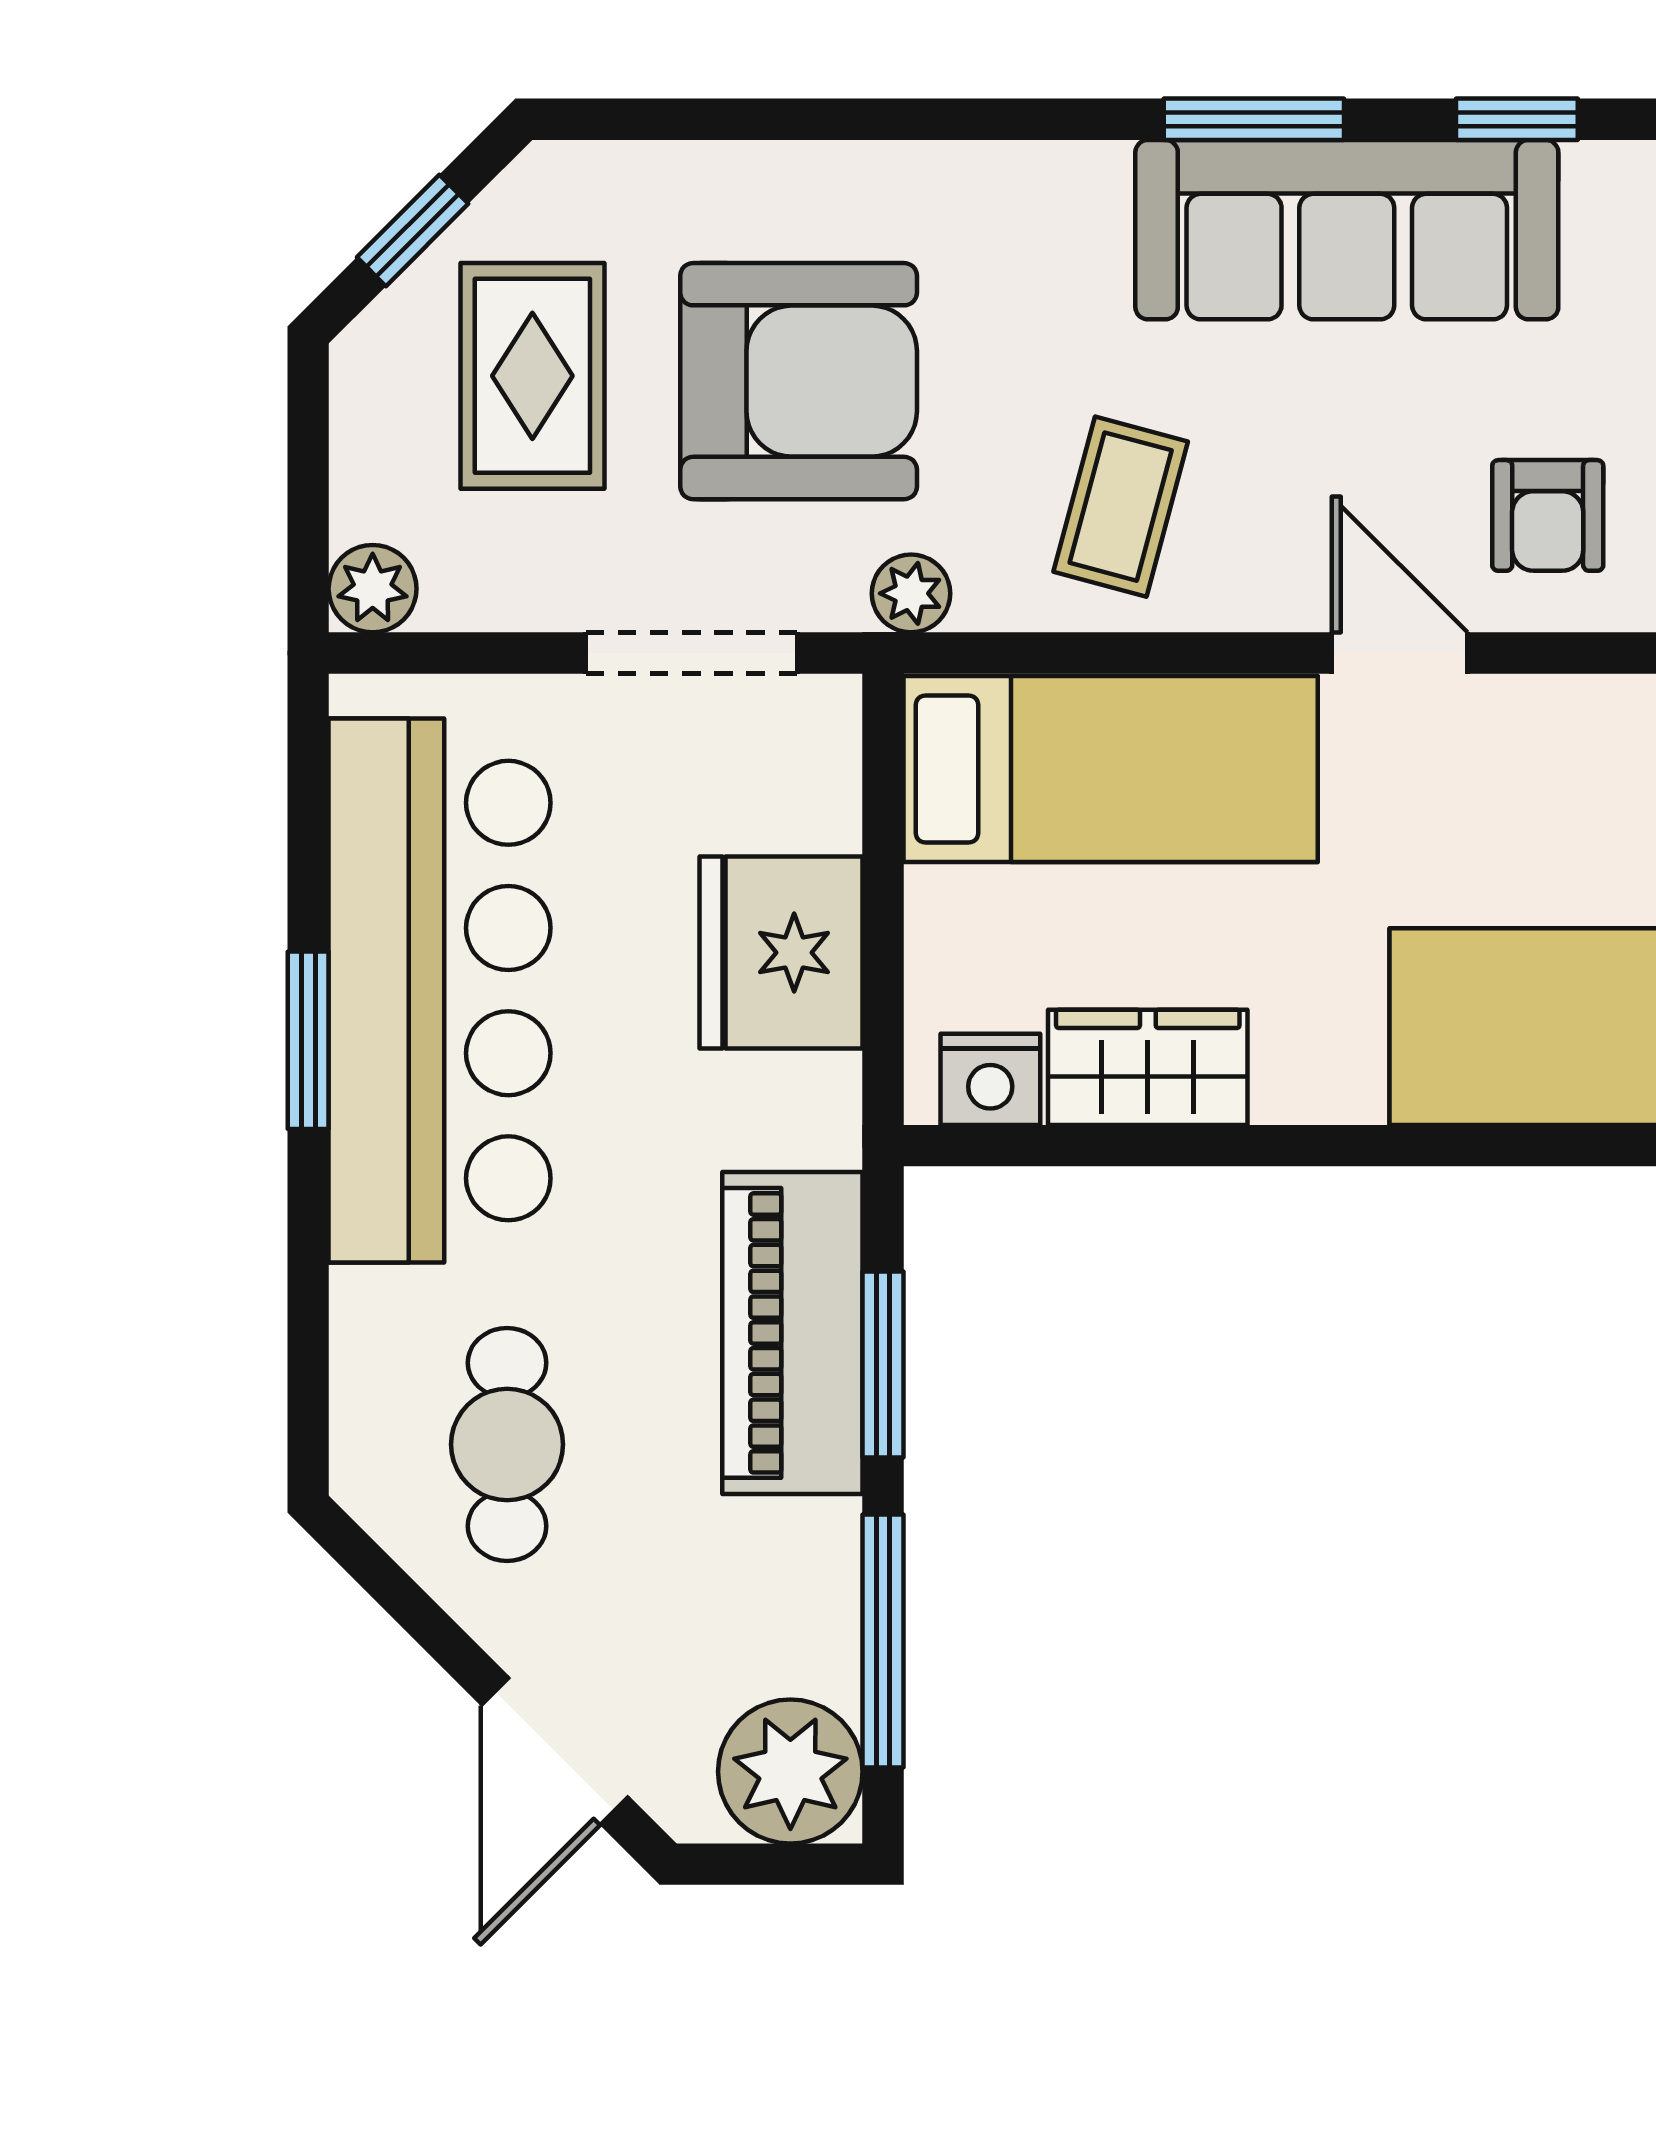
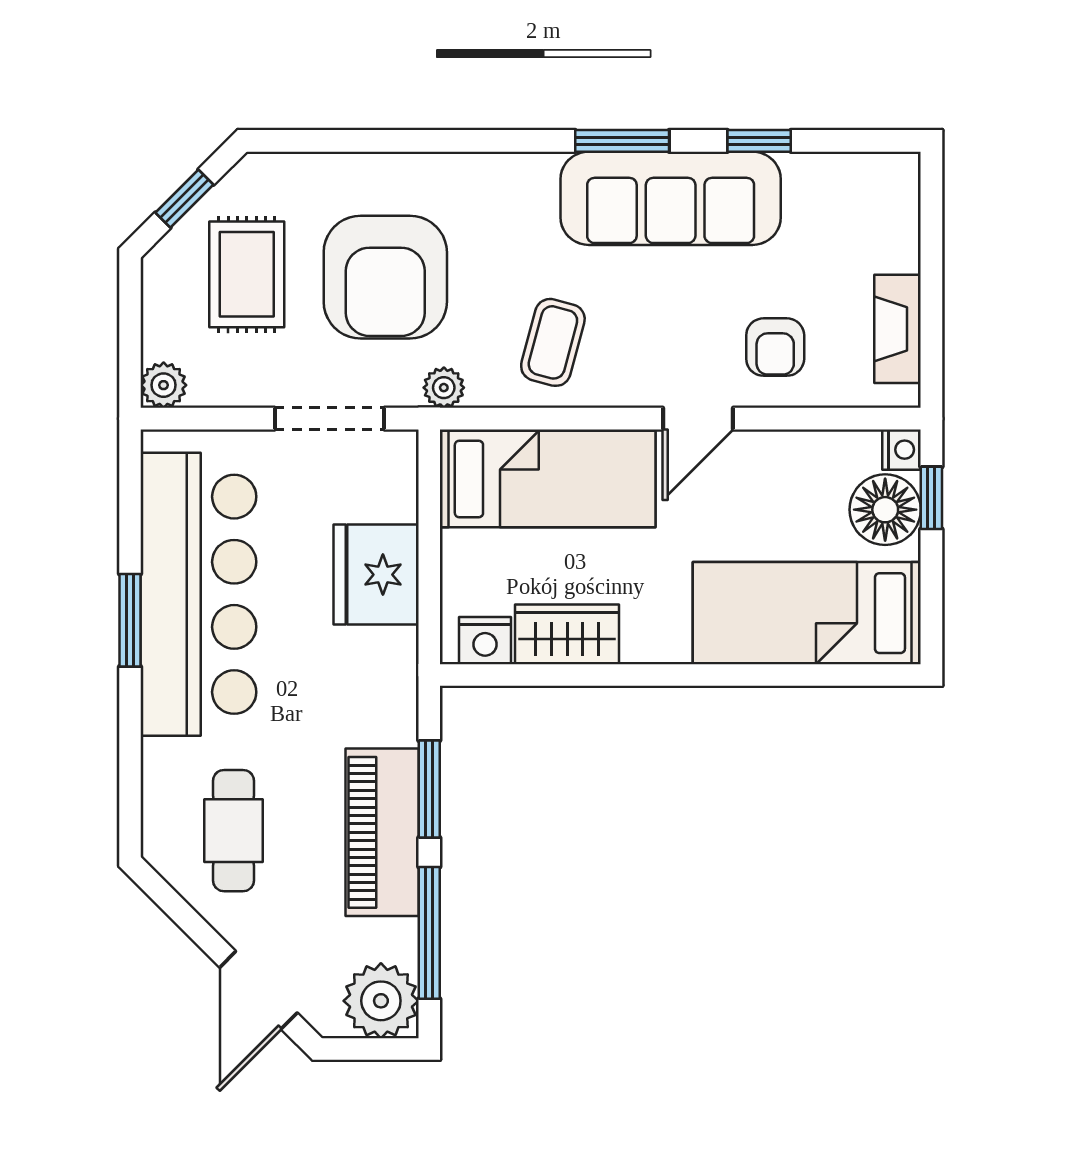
armchair: (799, 381) -> (385, 277), turned 90
door: (1400, 653) -> (698, 419), swing flipped
piano: (792, 1333) -> (382, 832), moved

